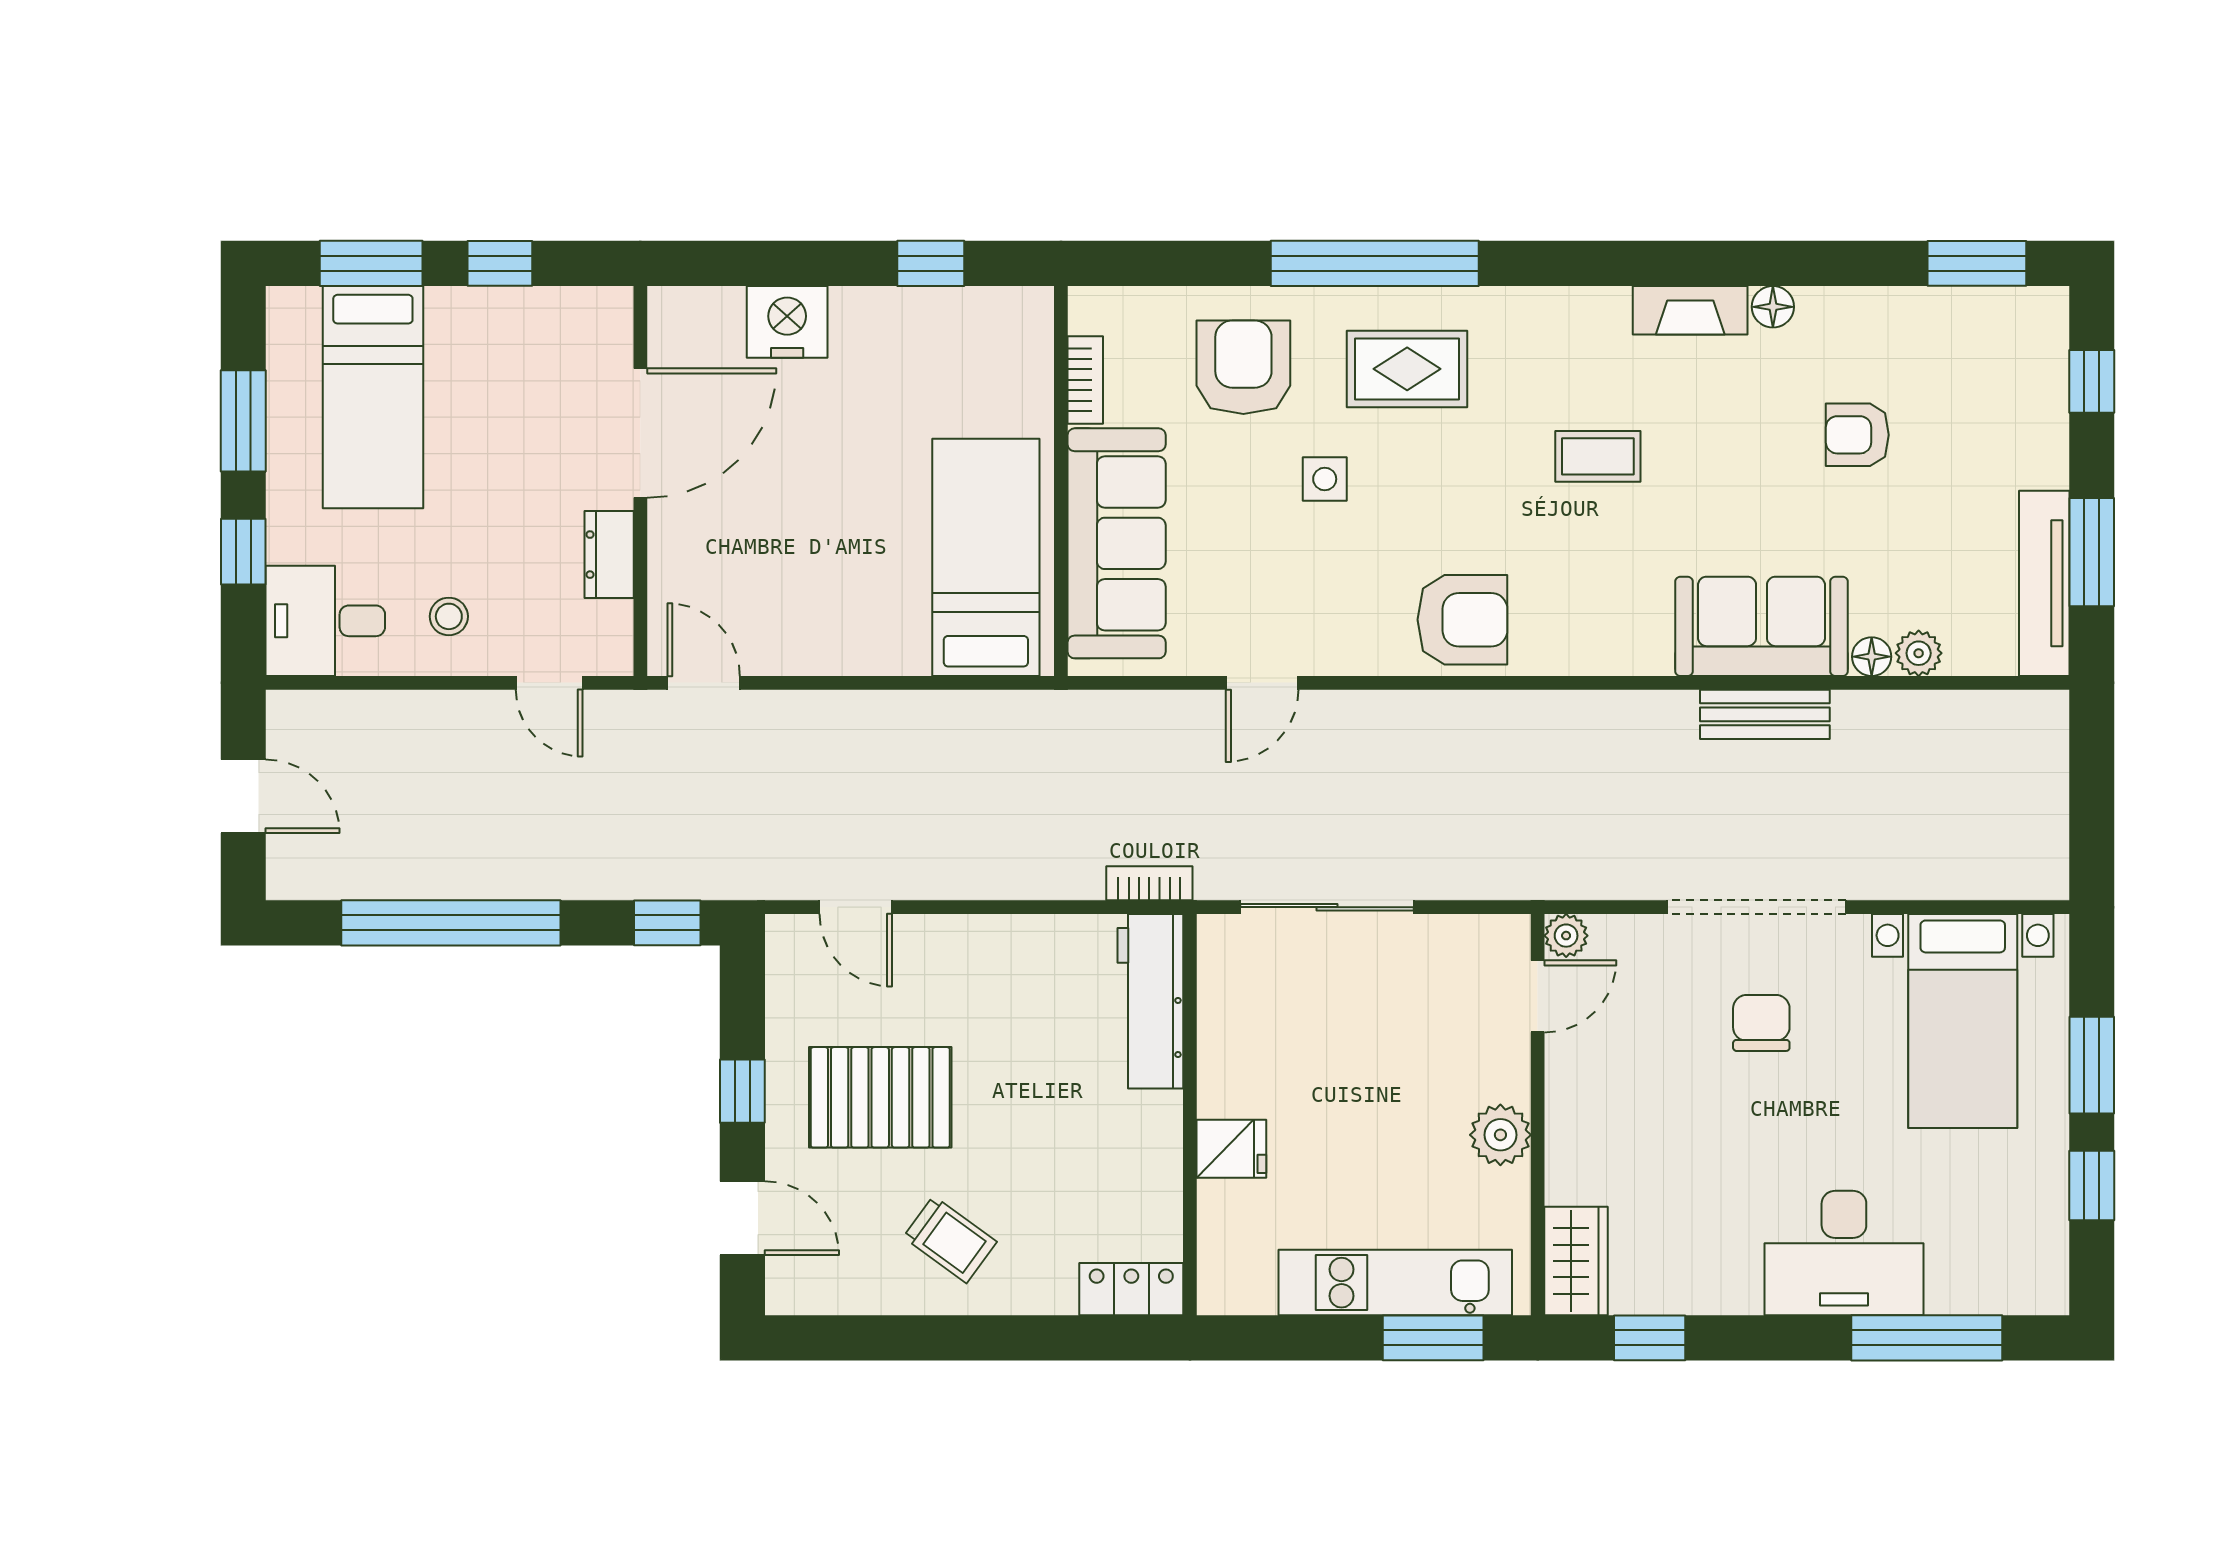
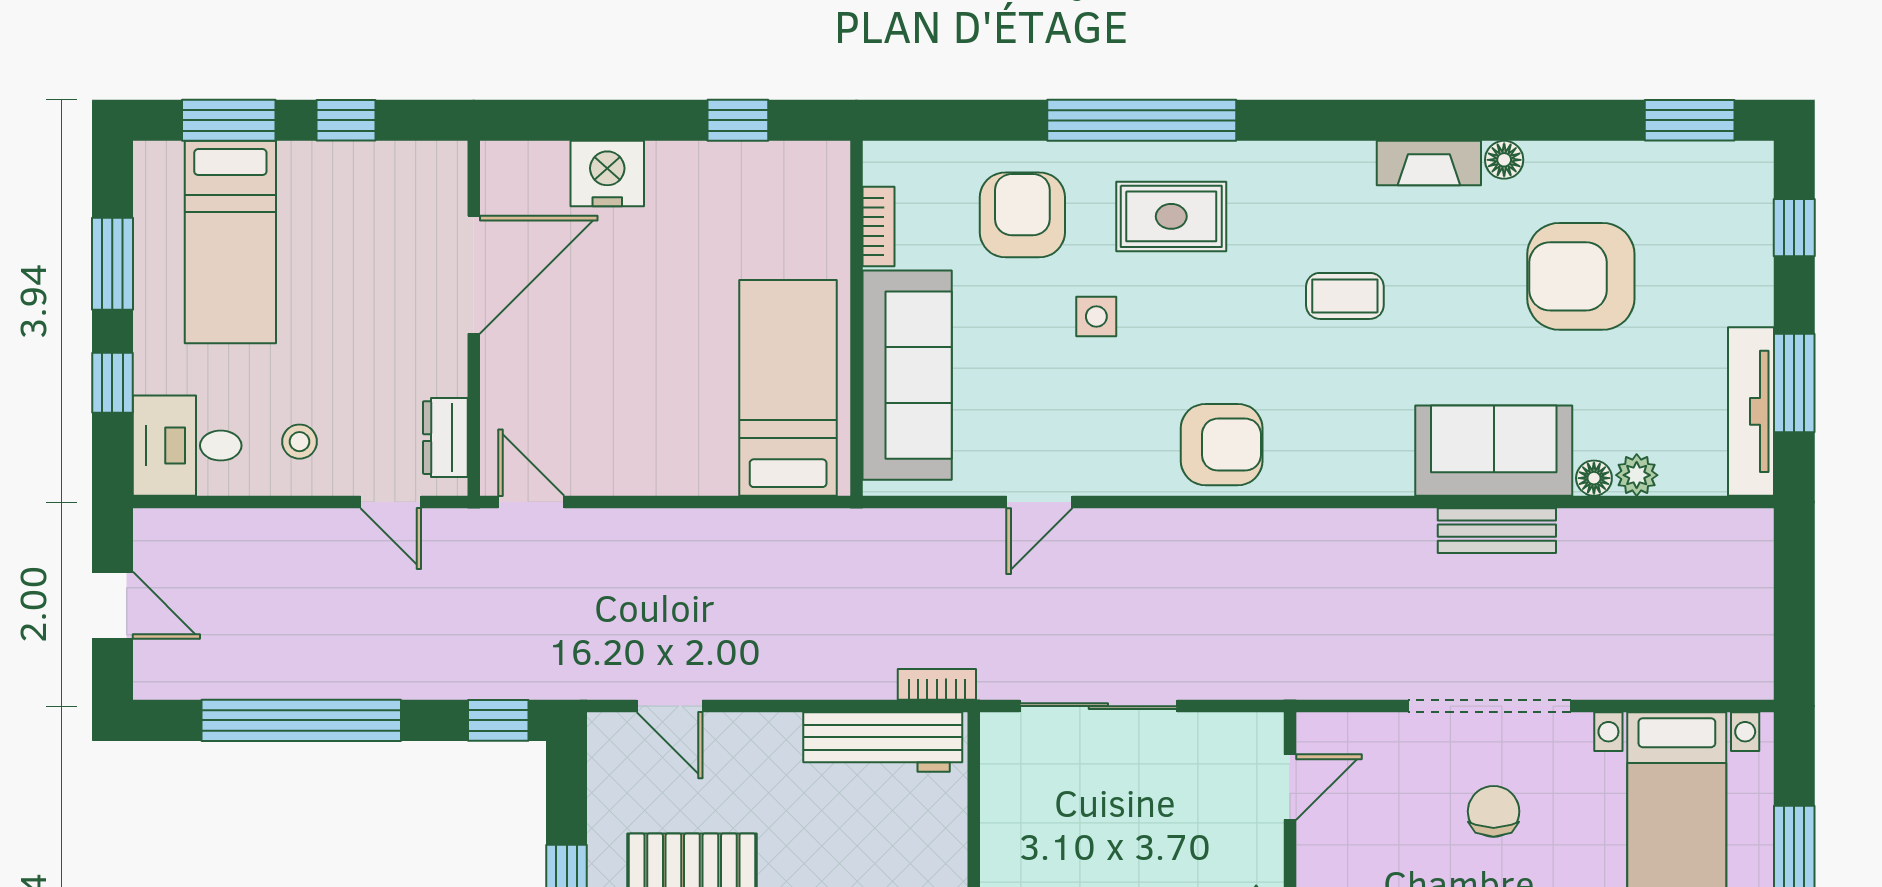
armchair: (1857, 435) -> (1581, 276), width x1.88, depth x1.88
dresser: (609, 555) -> (445, 438), moved
plant: (1566, 936) -> (1316, 732), removed
workbench: (1150, 1001) -> (883, 742), moved, turned -90

